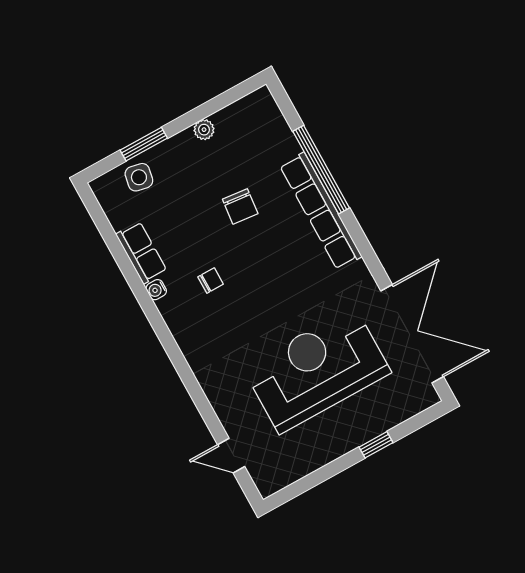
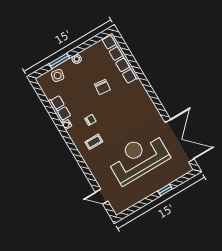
plant: (204, 130) -> (77, 59), moved
window: (321, 170) -> (137, 70), removed
row of seats: (321, 211) -> (120, 59), moved
coffee table: (217, 331) -> (94, 142), added

